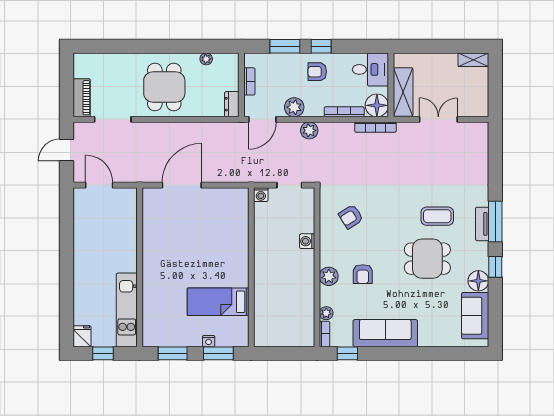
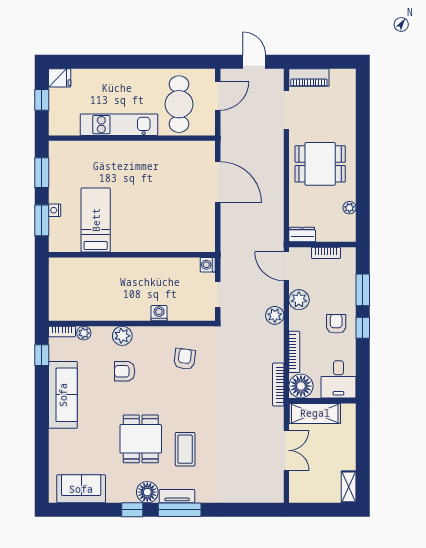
armchair: (351, 217) -> (185, 359), turned 39
cafe table: (107, 222) -> (179, 104), added
floor lamp: (478, 281) -> (147, 492), moved
kitchen unit: (127, 310) -> (119, 125), moved

